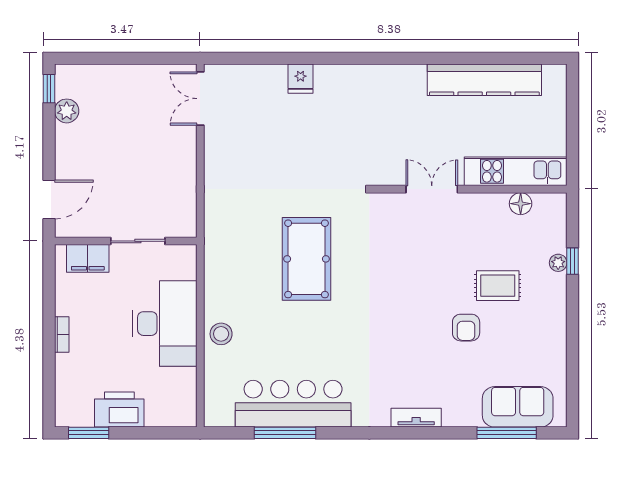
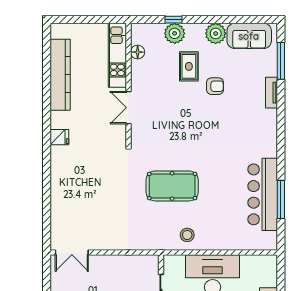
fridge: (300, 79) -> (59, 137), moved
plant: (558, 263) -> (175, 33), width x1.88, depth x1.88
plant: (550, 329) -> (216, 33), added
stool: (221, 334) -> (187, 235), moved
sofa: (518, 407) -> (249, 36), moved, turned -90
tv unit: (416, 418) -> (271, 93), moved

